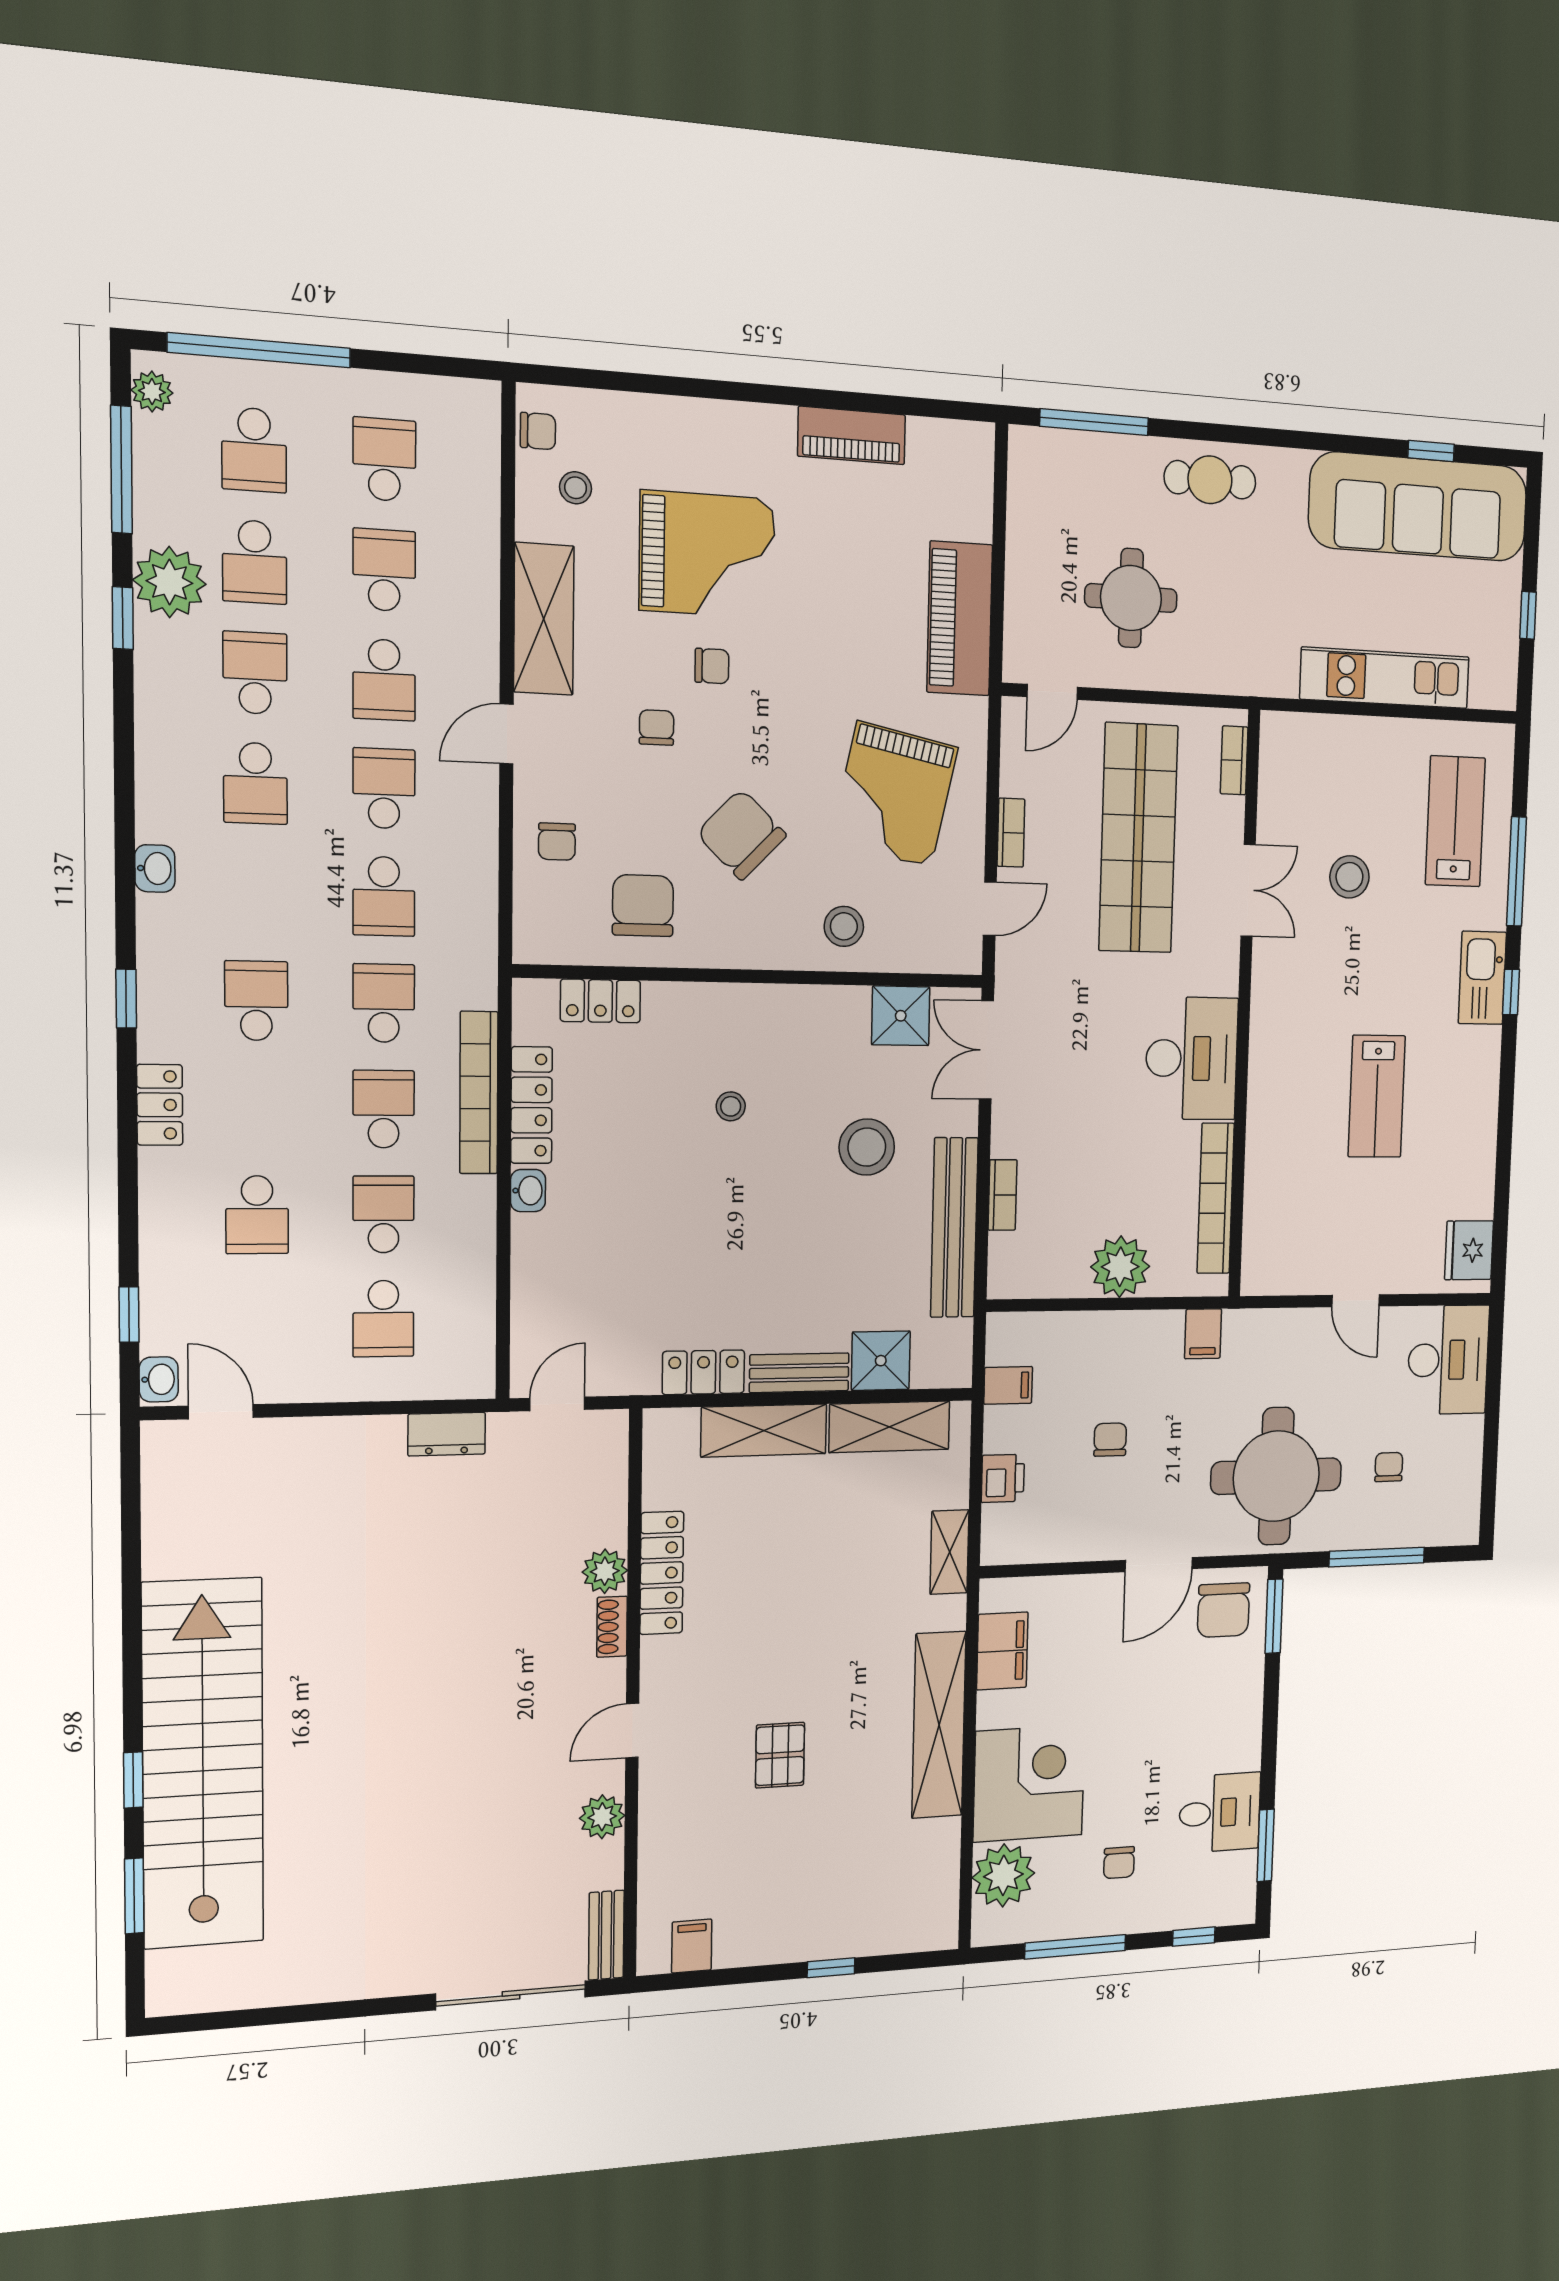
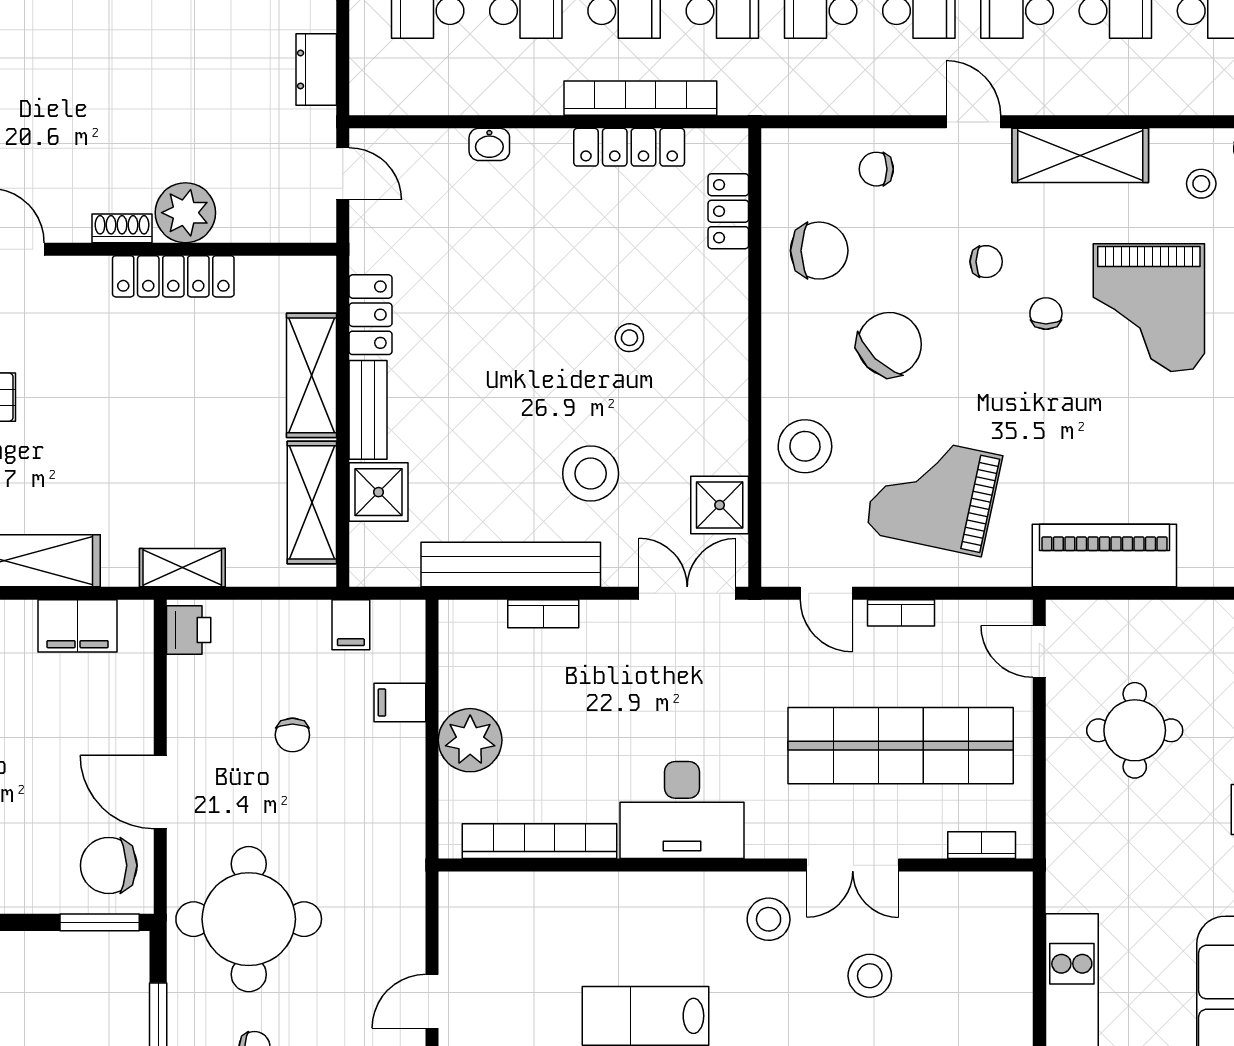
chair: (712, 666) -> (1046, 314), turned 180
stool: (844, 926) -> (805, 446), width x1.38, depth x1.38
stool: (1295, 975) -> (769, 919), added
washbasin: (528, 1191) -> (489, 144), moved
filing cabinet: (1203, 1334) -> (400, 702), moved
chair: (1110, 1440) -> (292, 735), turned 90
printer: (1003, 1478) -> (189, 630), moved, turned -90
plant: (605, 1571) -> (185, 213), width x1.36, depth x1.36

